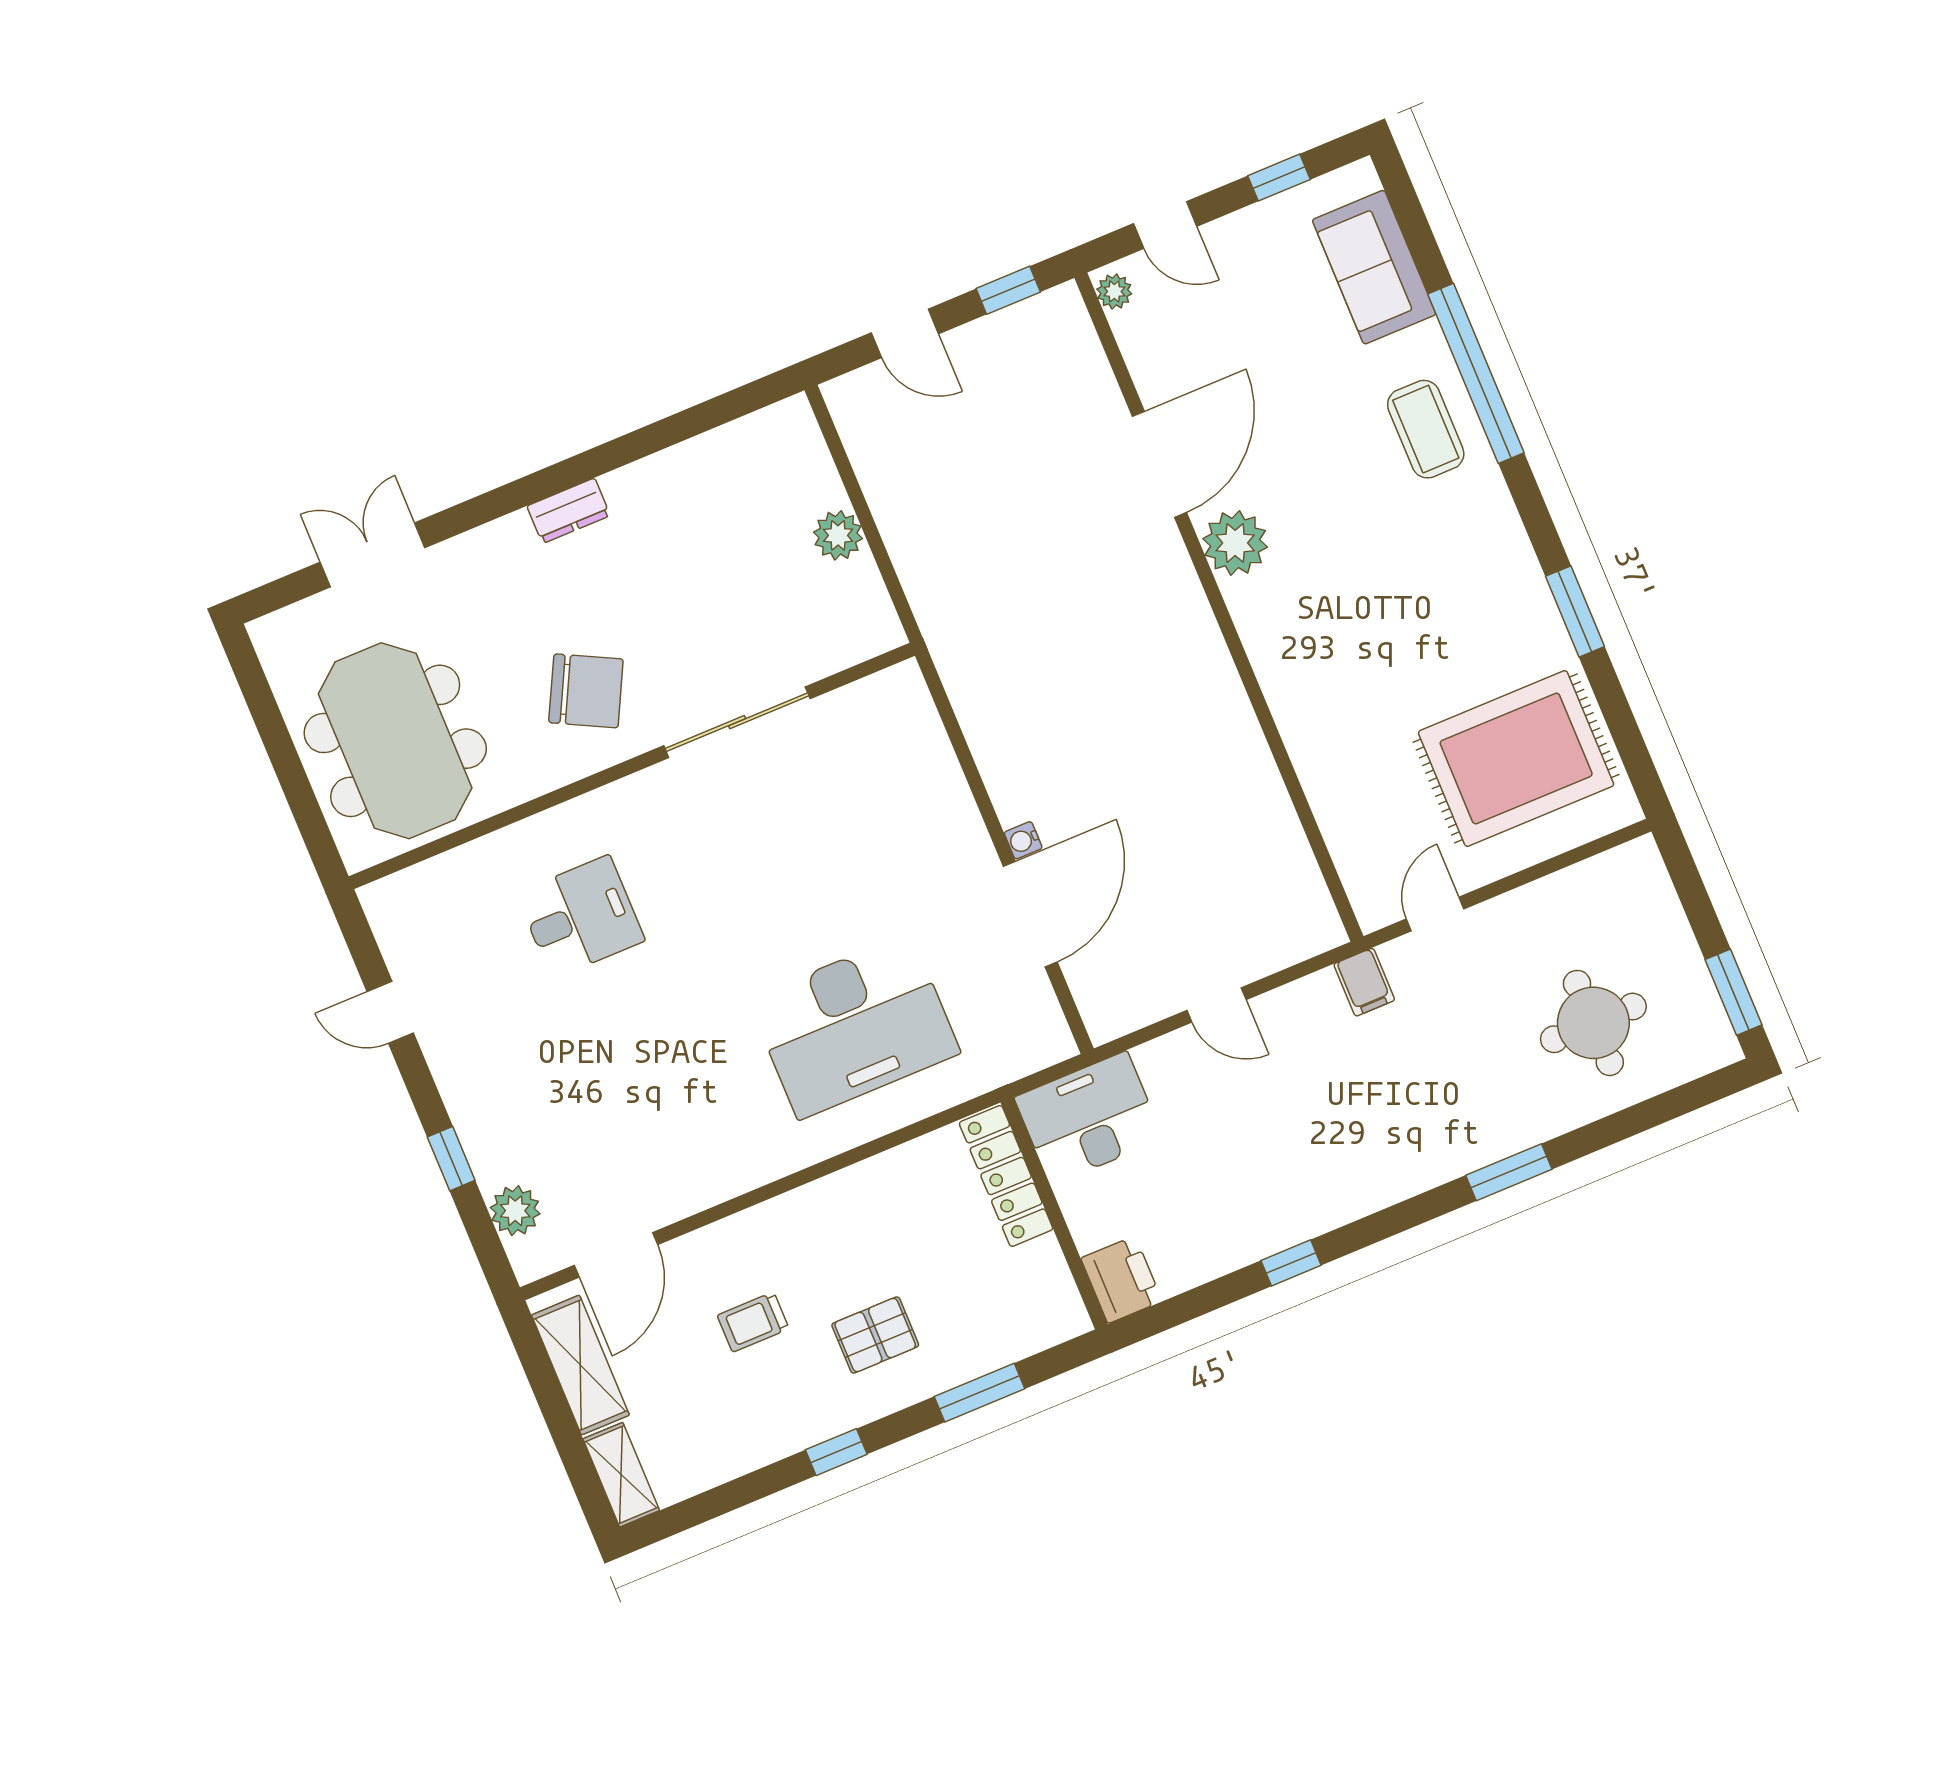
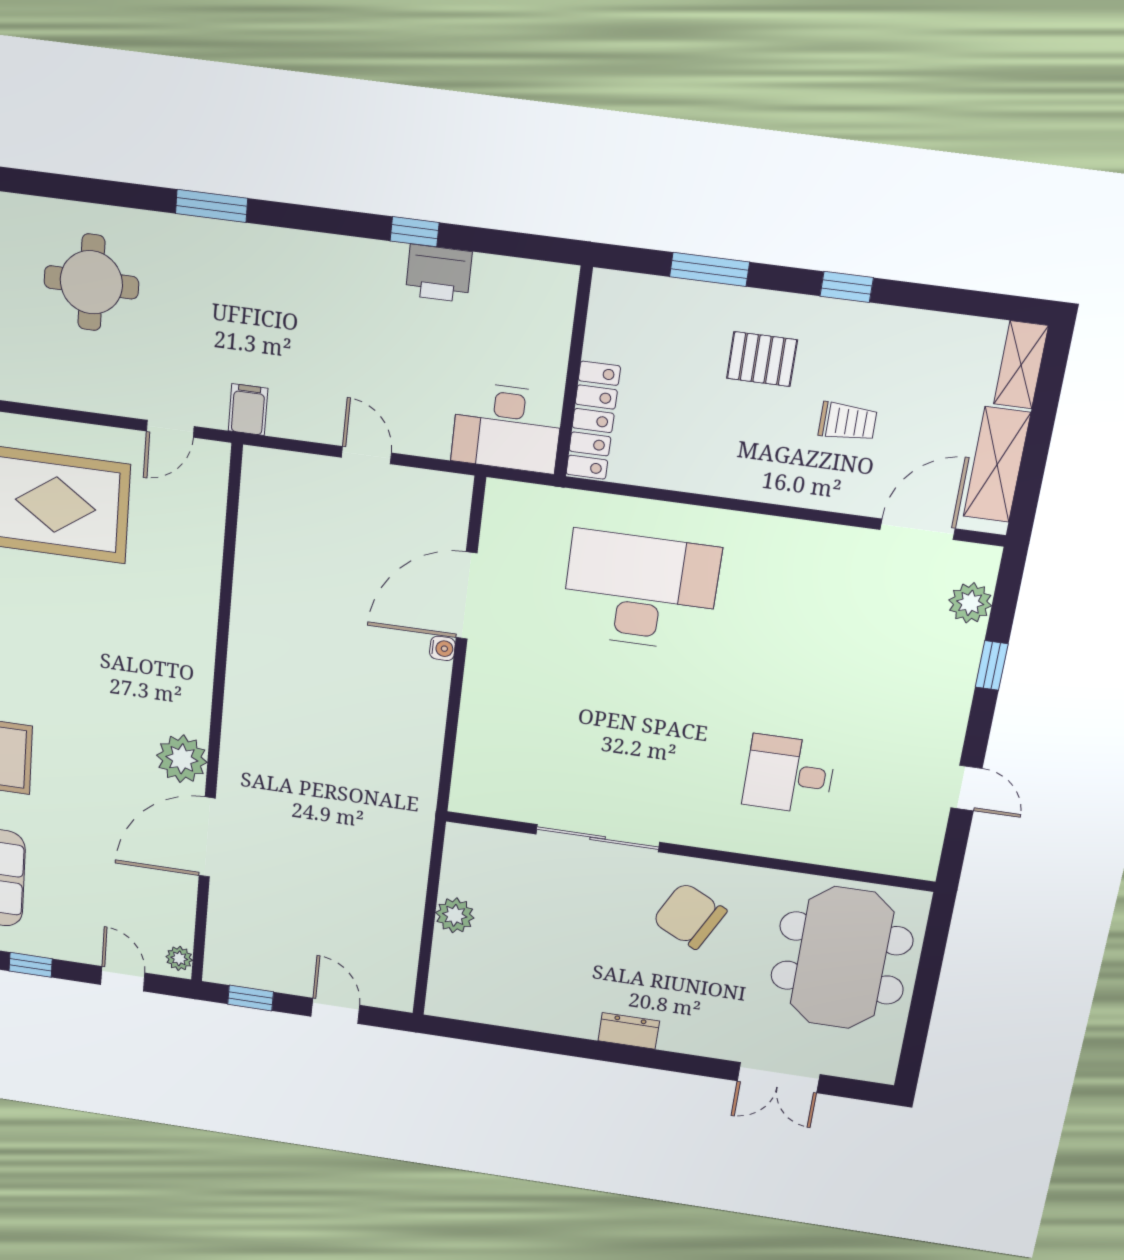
printer: (1121, 1280) -> (439, 273), moved, turned -90

